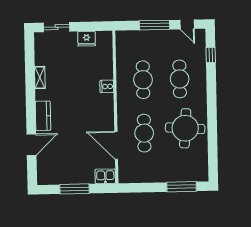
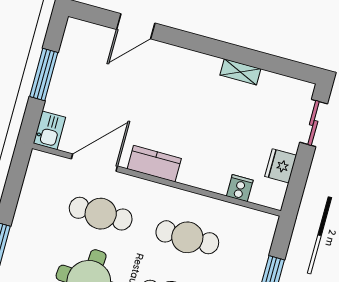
cooker: (107, 86) -> (240, 188), moved
kitchen counter: (43, 116) -> (154, 164), moved, turned 180
door: (31, 145) -> (136, 26), hinge flipped

